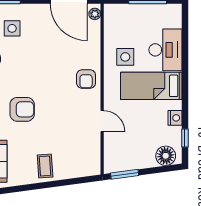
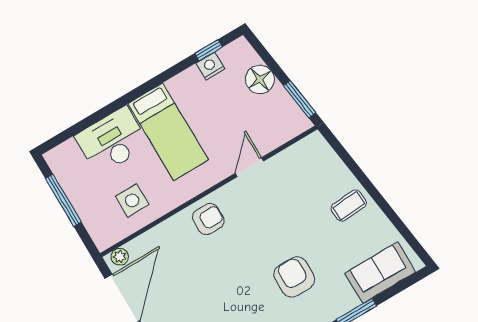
side table: (125, 57) -> (132, 200), moved
nightstand: (175, 118) -> (210, 66), moved
floor lamp: (166, 156) -> (260, 79), moved

